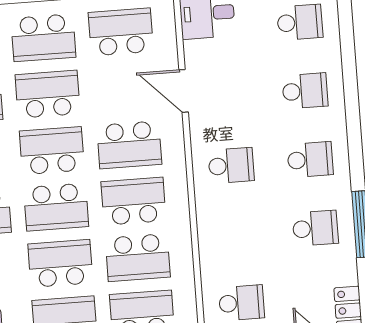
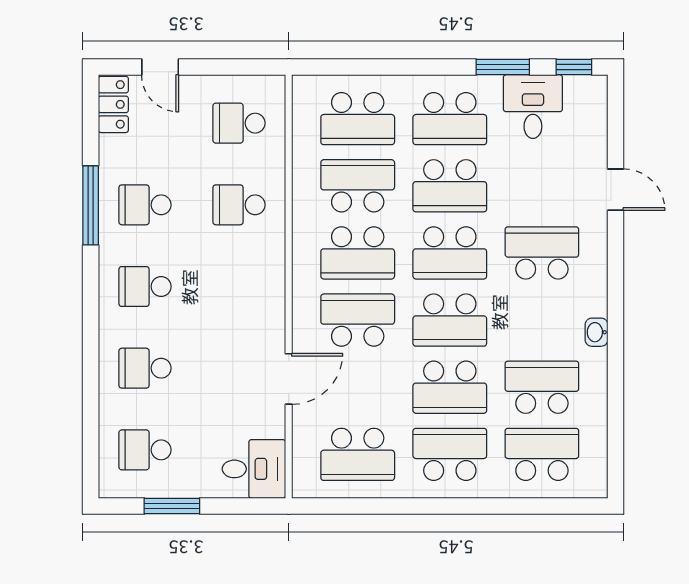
door: (184, 91) -> (289, 379), hinge flipped
school desk: (231, 165) -> (239, 205), moved
school desk: (56, 207) -> (450, 253), turned 180

